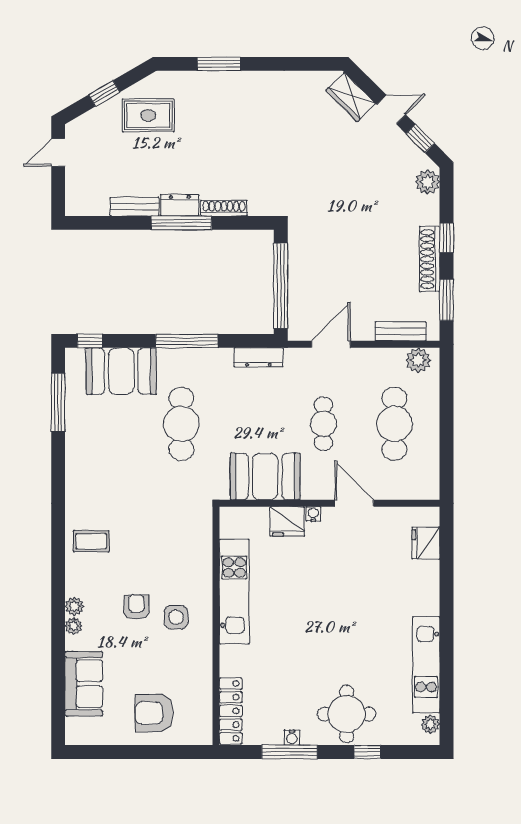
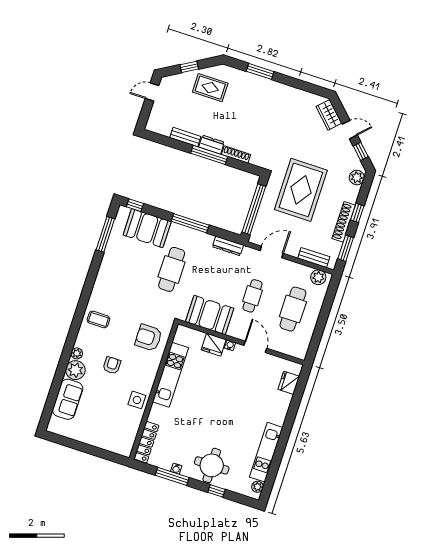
rug: (345, 231) -> (301, 190), added
side table: (176, 617) -> (137, 400), moved
plant: (74, 626) -> (75, 370), width x1.88, depth x1.88
armchair: (154, 713) -> (148, 338), moved

